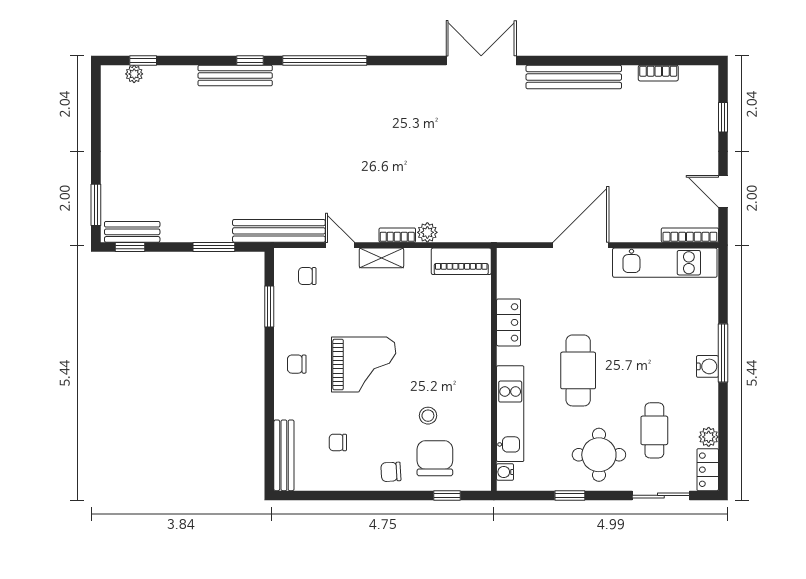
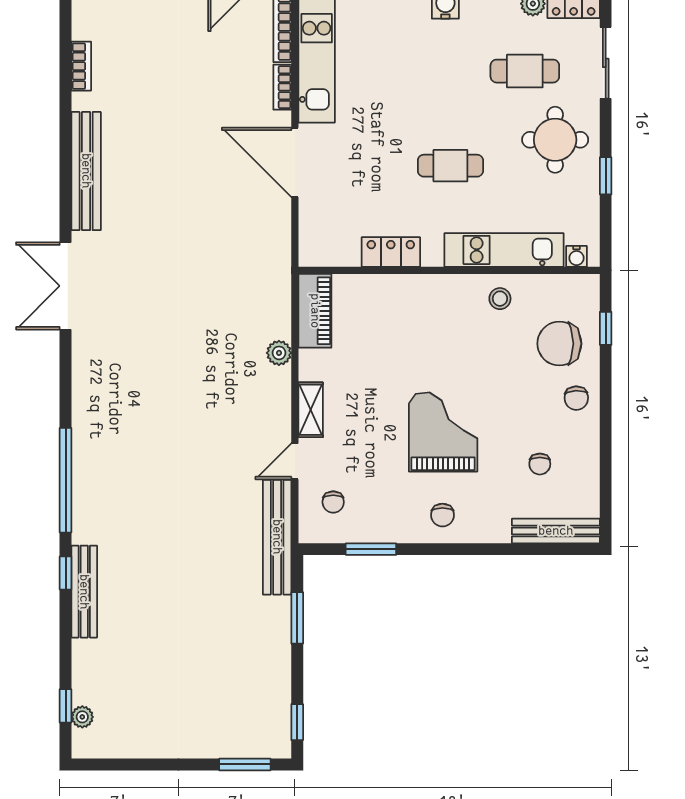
bench: (132, 232) -> (278, 719), removed
bookcase: (397, 235) -> (282, 87), moved
cafe table: (578, 370) -> (450, 166), width x0.73, depth x0.74
stool: (428, 416) -> (500, 299), moved

